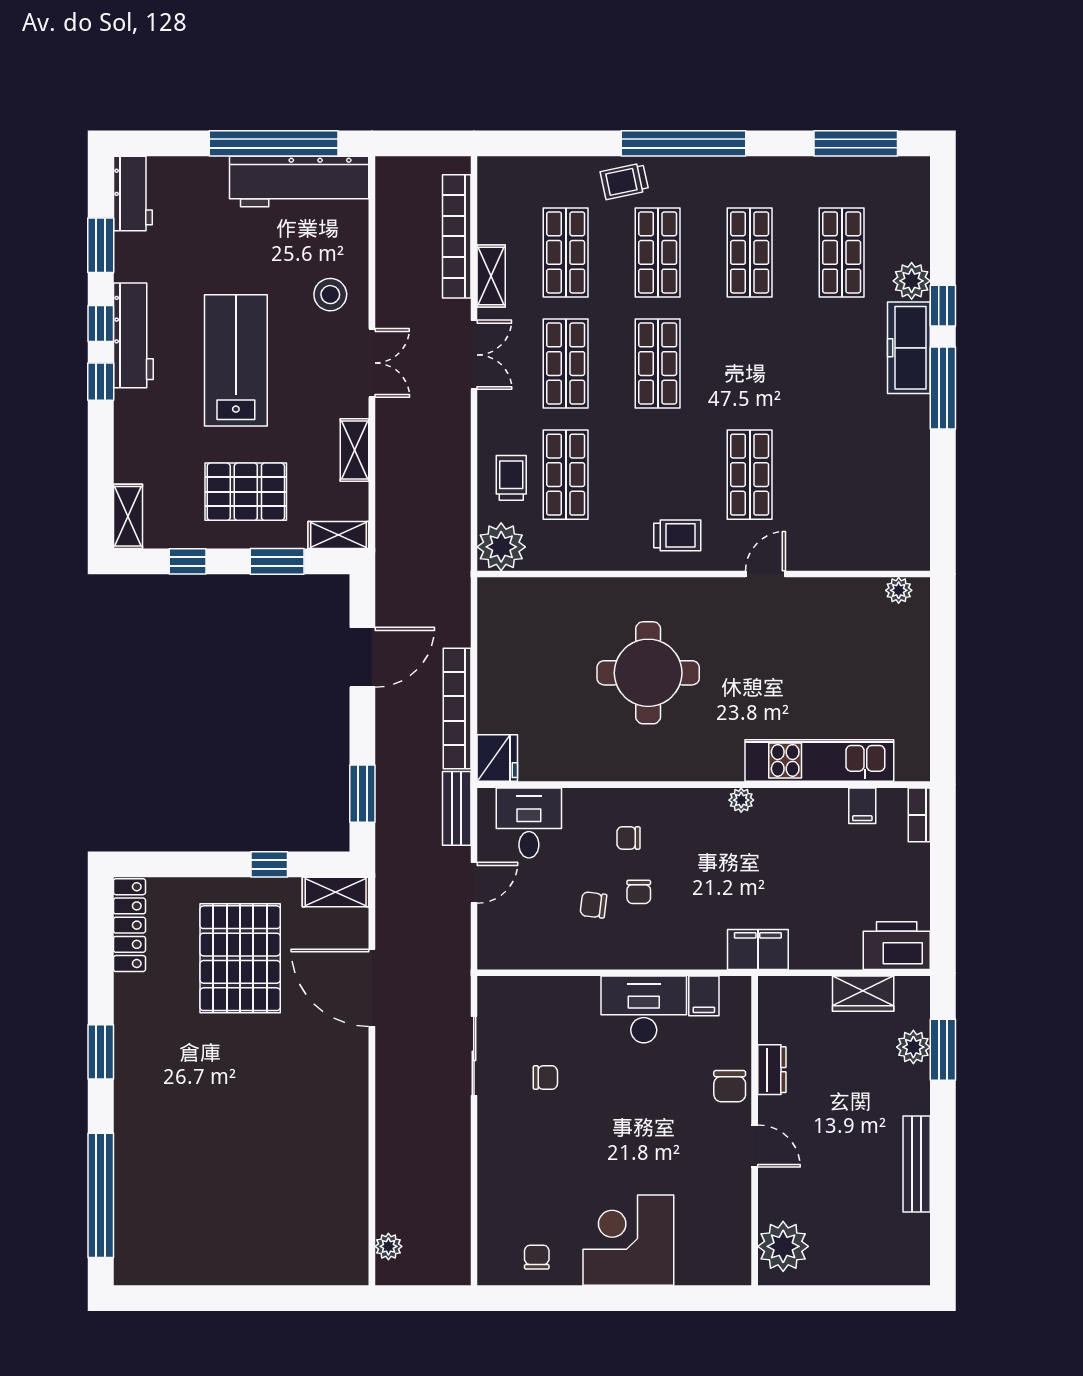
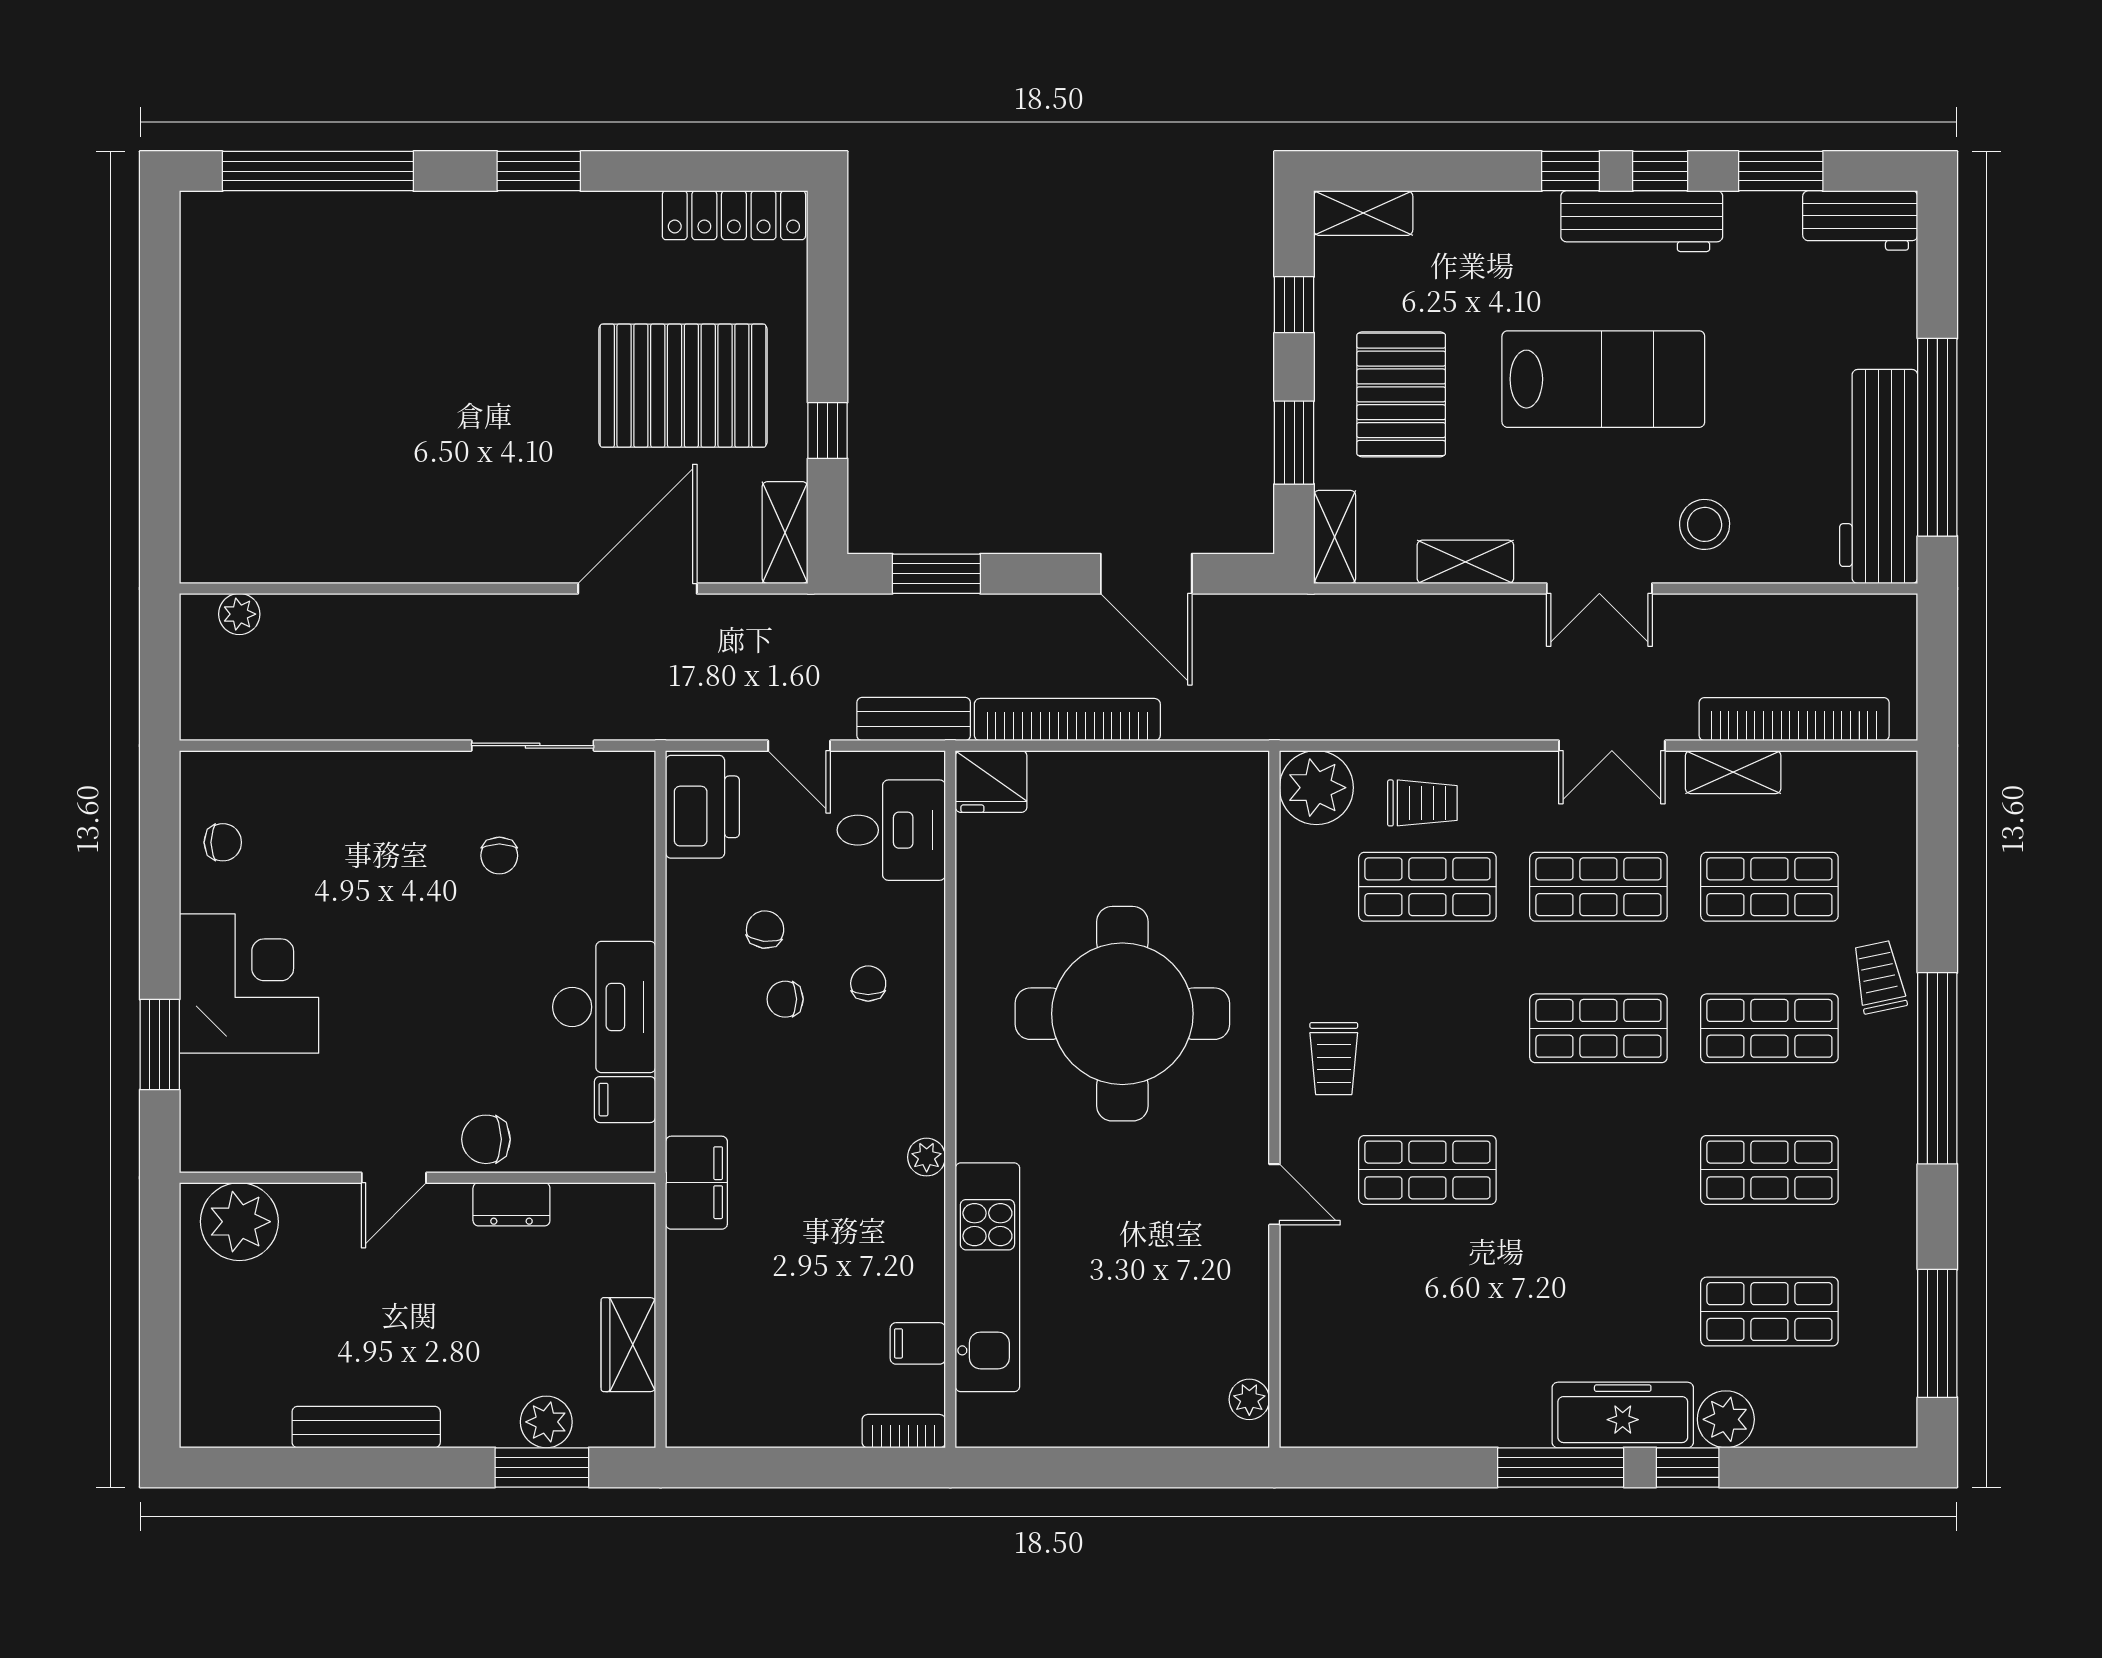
round table: (648, 673) -> (1122, 1014), width x1.36, depth x1.36
printer: (897, 946) -> (702, 807), moved
window: (668, 1298) -> (160, 1045), added

